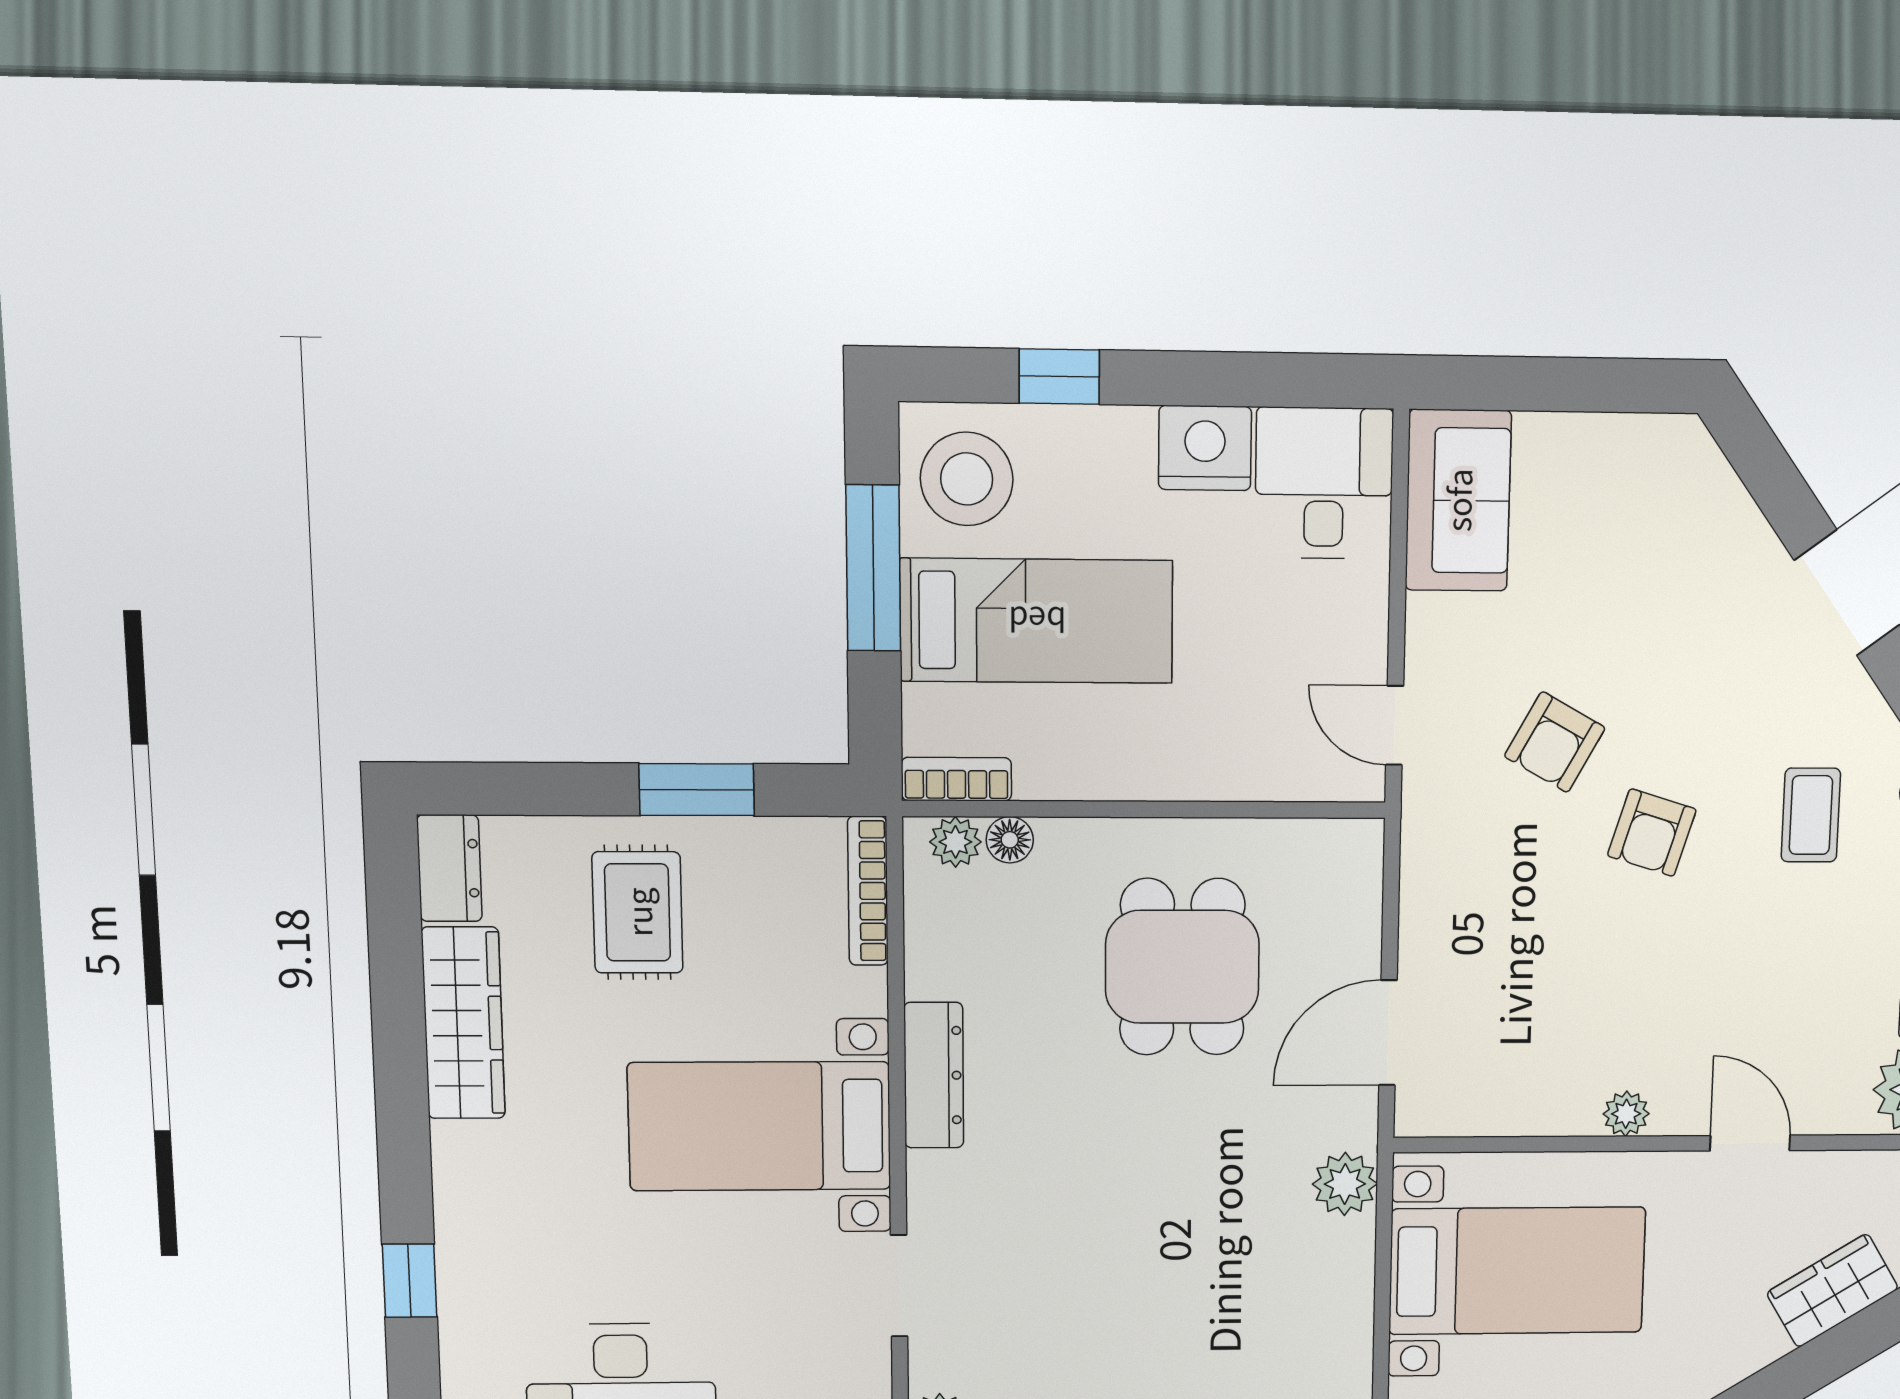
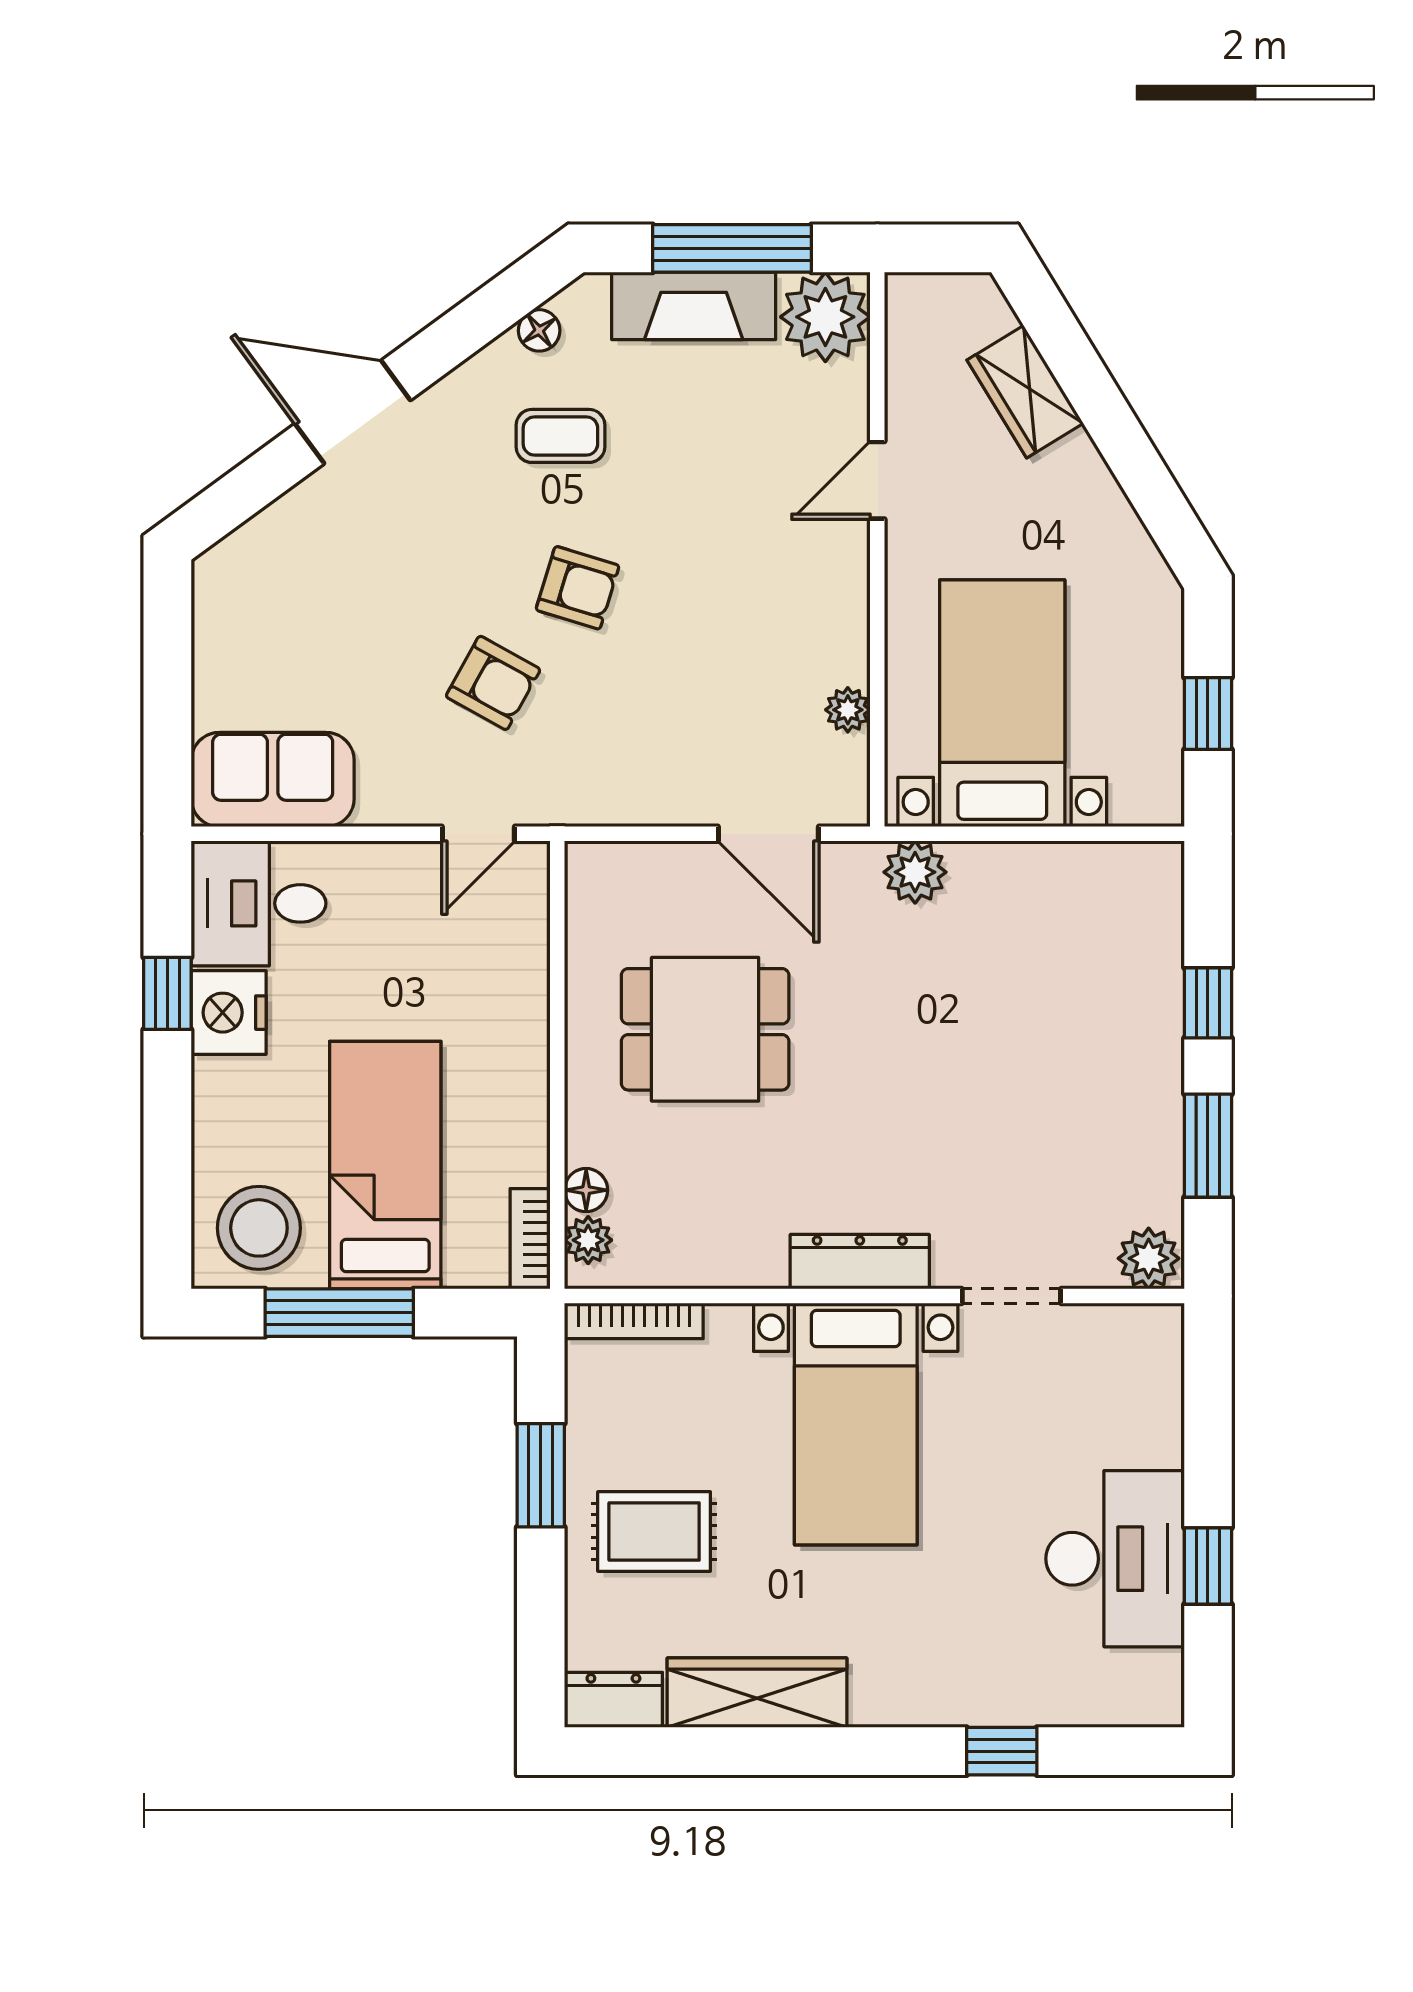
window: (1059, 376) -> (167, 993), moved
dresser: (934, 1075) -> (860, 1262), moved
plant: (1626, 1114) -> (848, 710), moved

